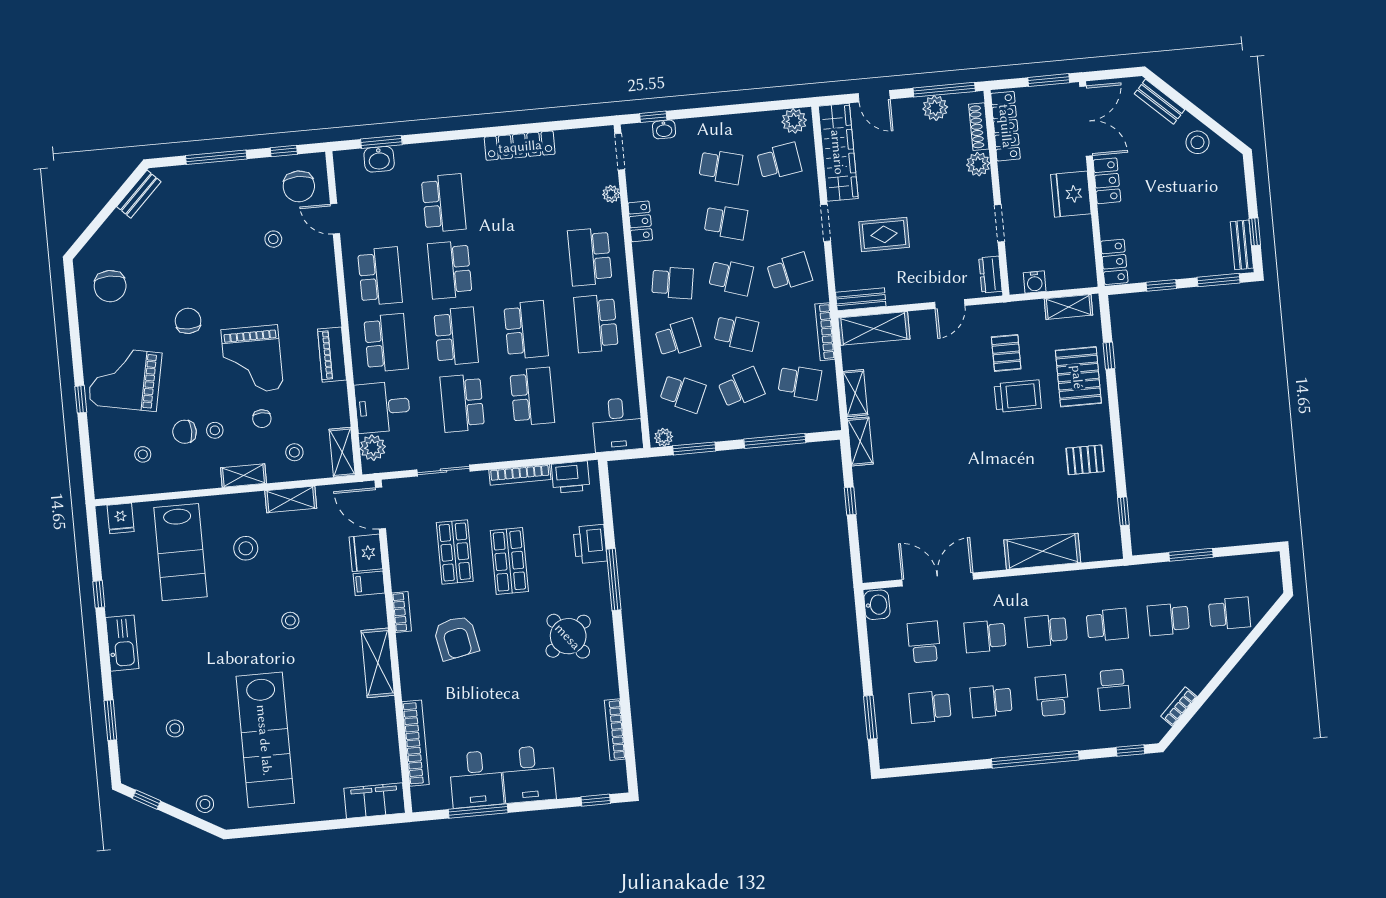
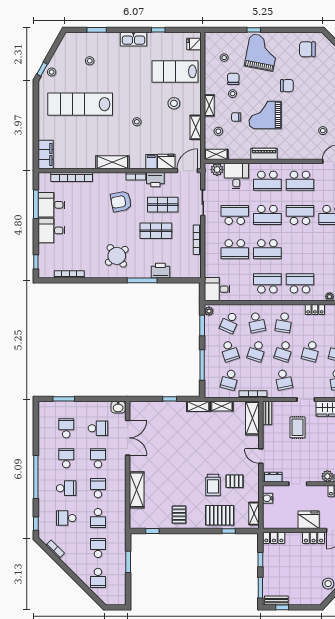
printer: (571, 477) -> (155, 180), moved, turned -90
window: (146, 800) -> (42, 69), moved

